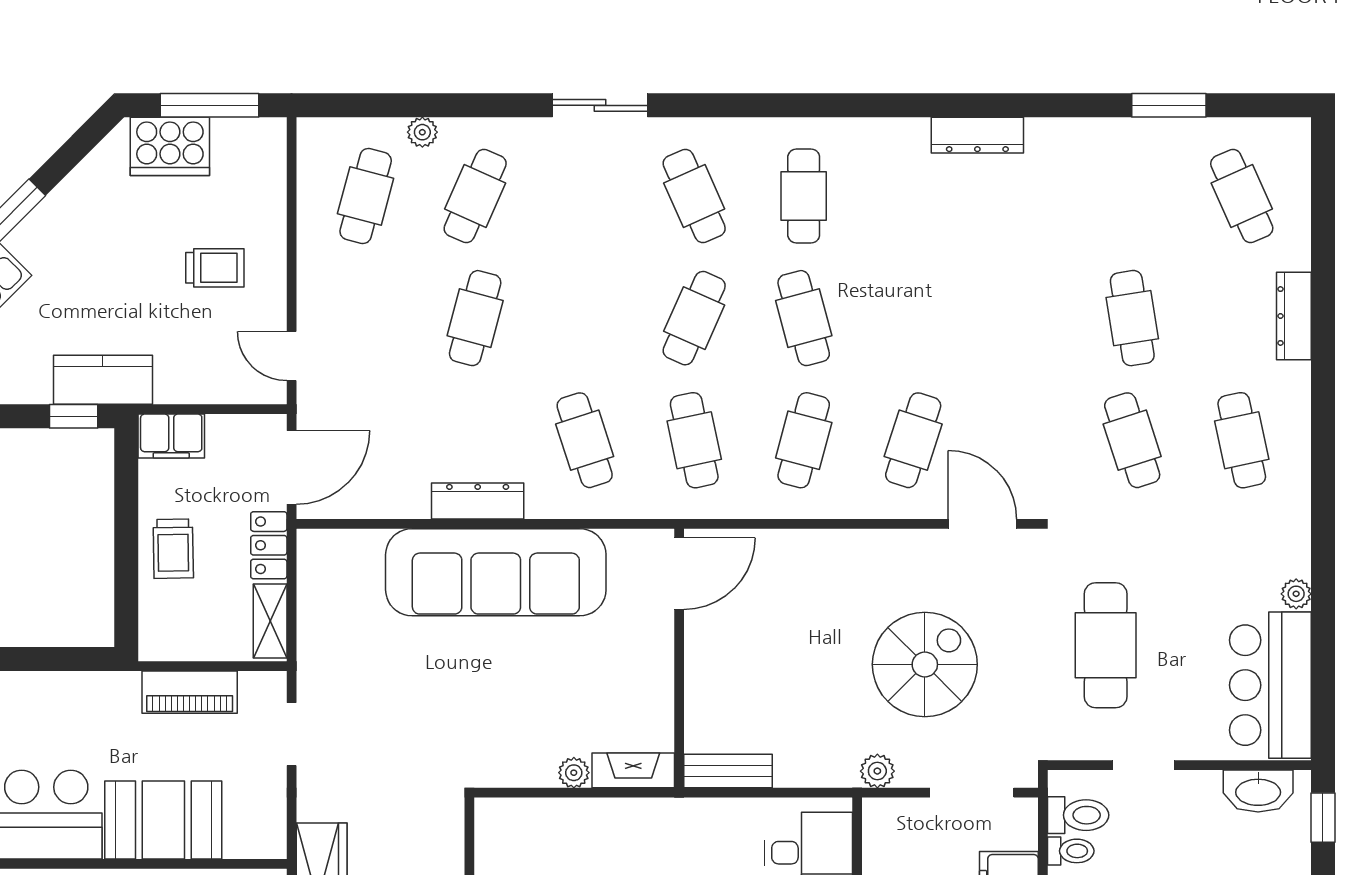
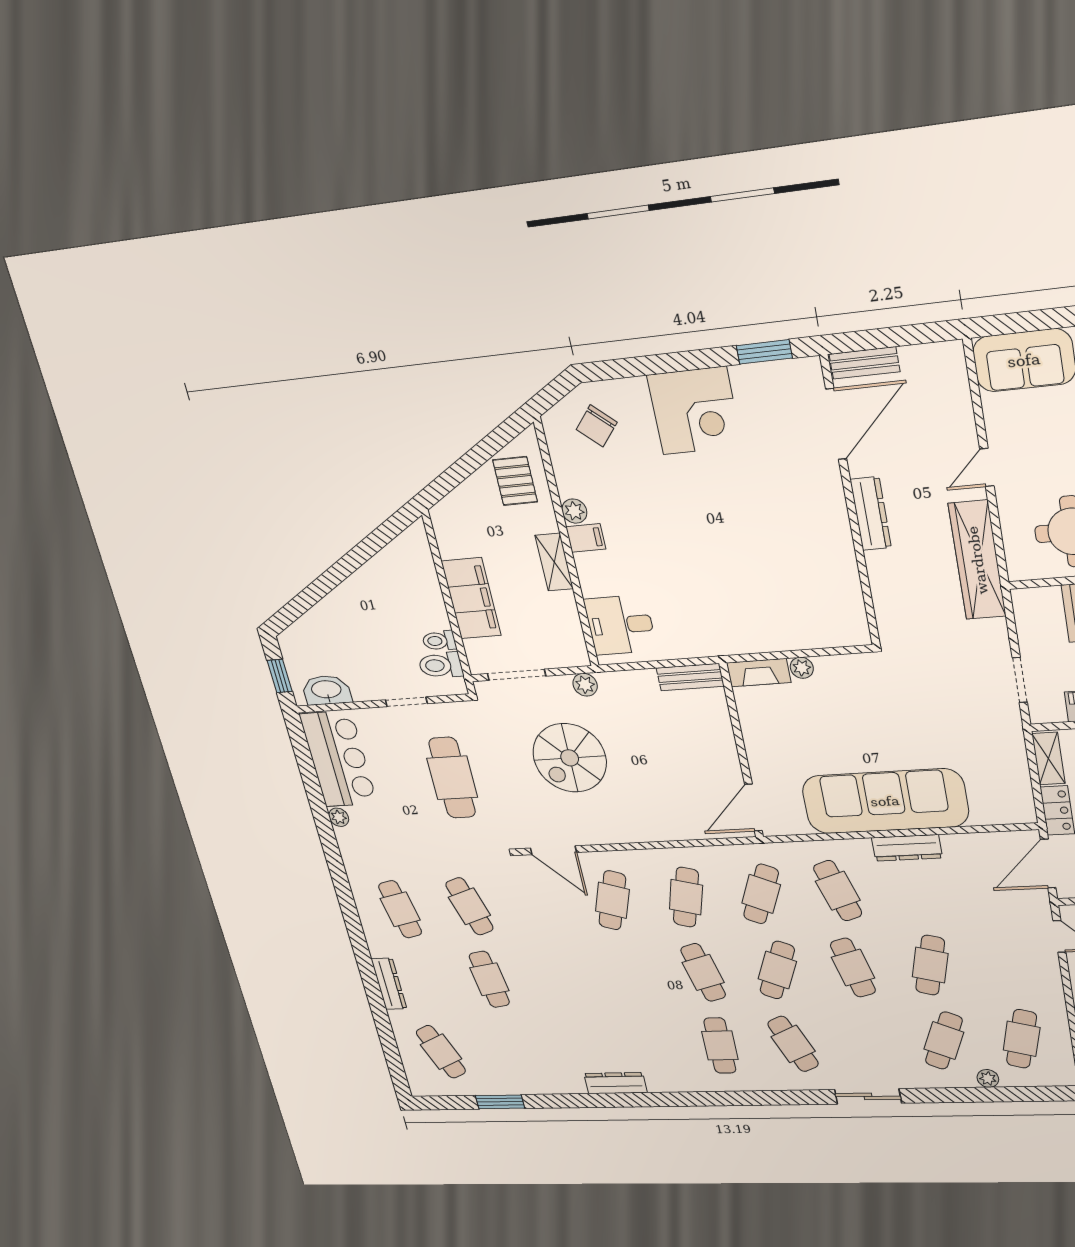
cafe table: (585, 318) -> (853, 968), added
cafe table: (694, 440) -> (761, 894), turned 36

